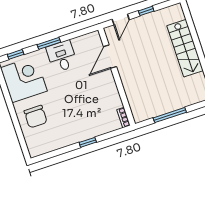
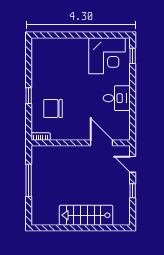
window: (49, 43) -> (133, 90), removed
chair: (36, 117) -> (53, 109), moved

